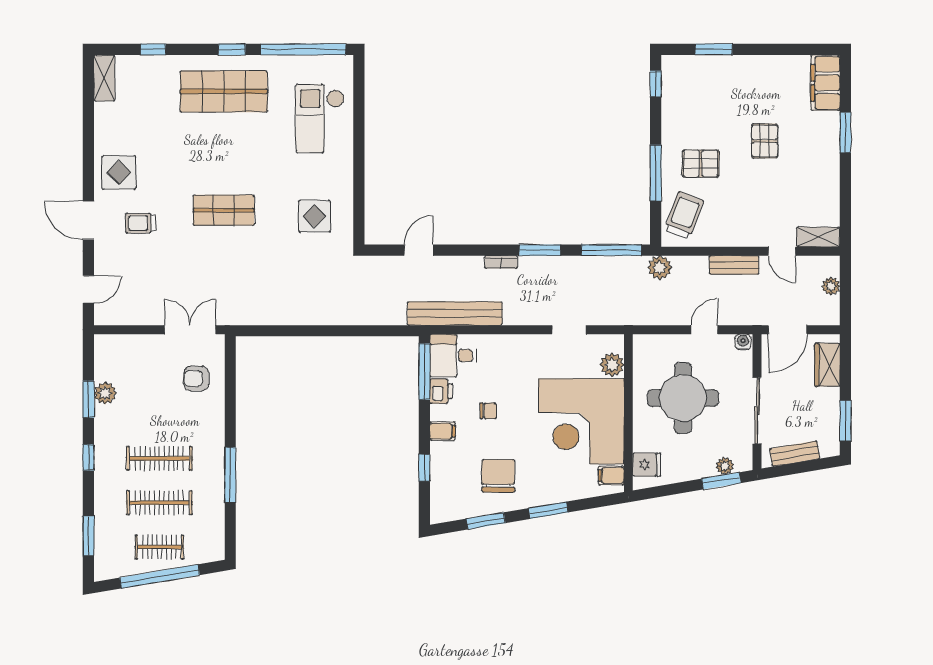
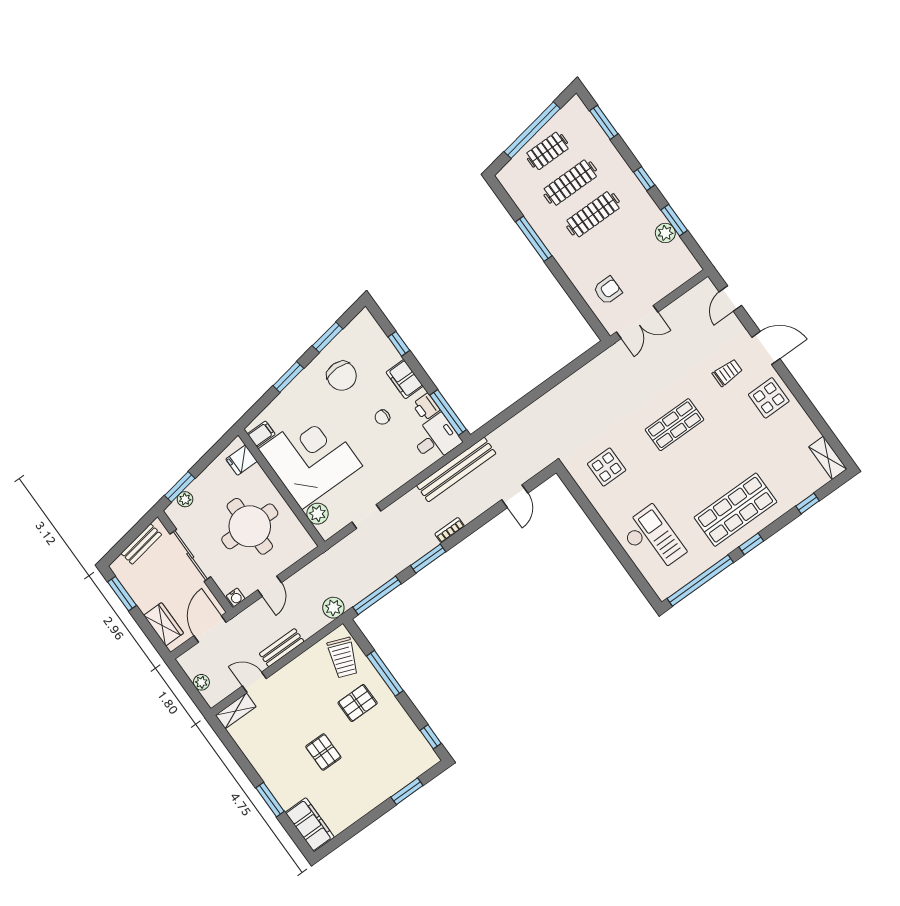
filing cabinet: (442, 431) -> (405, 379), width x2.00

